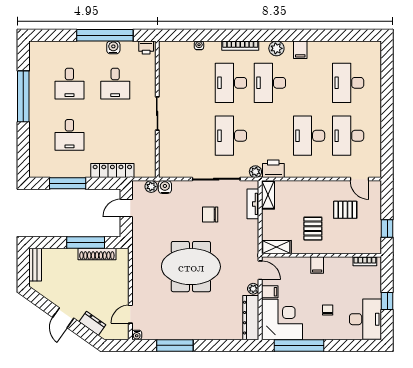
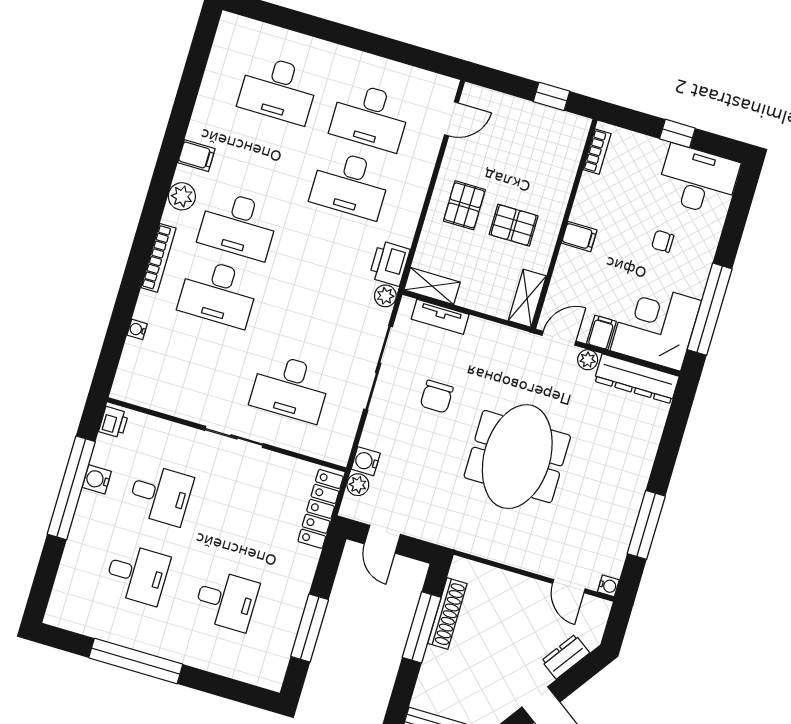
desk: (231, 136) -> (290, 388), moved
locker: (112, 171) -> (321, 509), moved
pallet: (345, 210) -> (464, 205), moved

